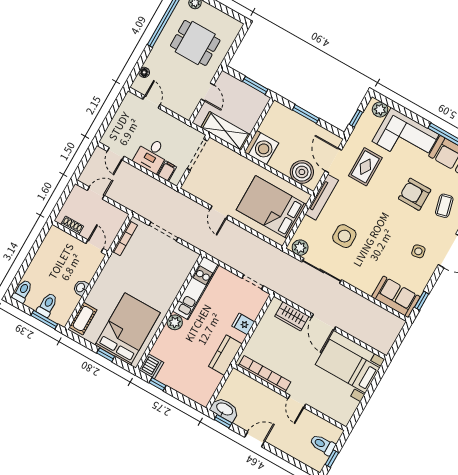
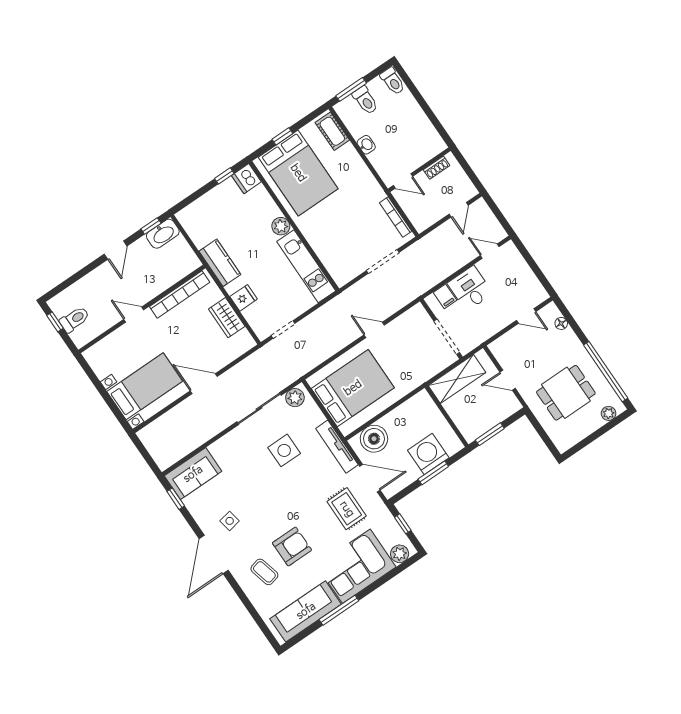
washing machine: (261, 148) -> (428, 454), moved, turned 90
wardrobe: (292, 316) -> (227, 318), moved, turned -90

